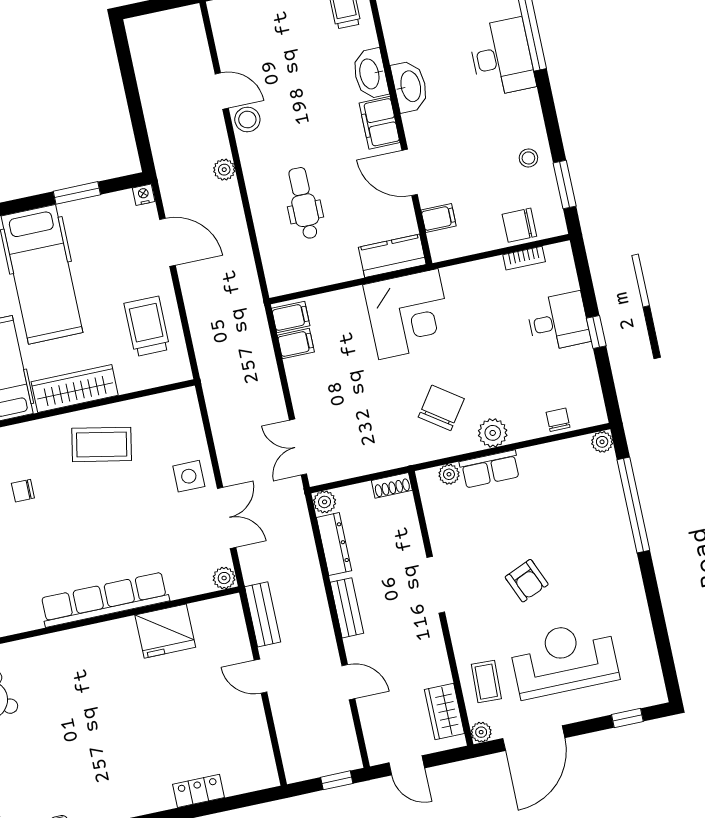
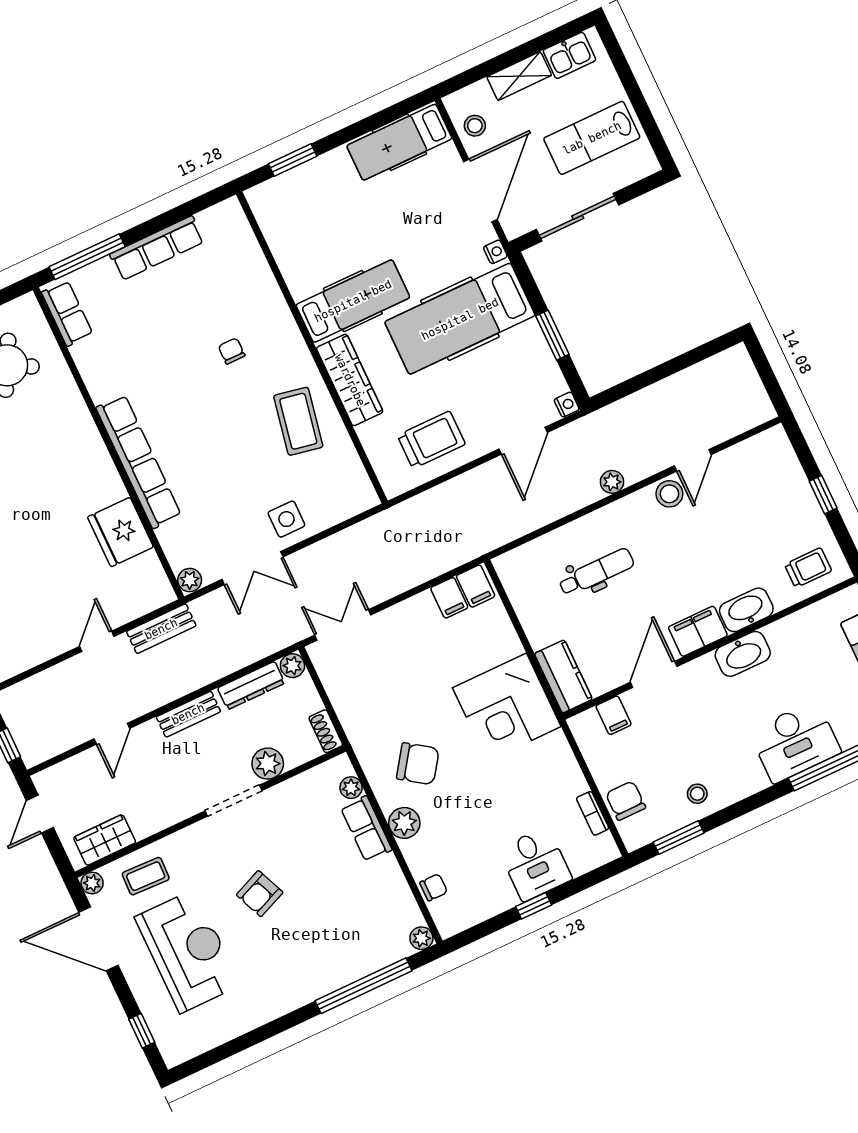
plant: (409, 546) -> (268, 764), added

